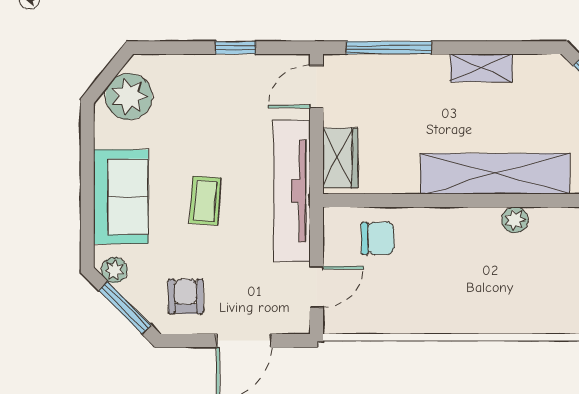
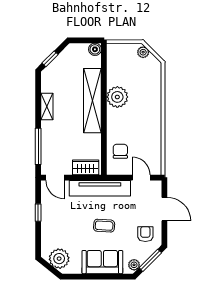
plant: (515, 220) -> (117, 97), width x1.88, depth x1.88
armchair: (186, 296) -> (145, 234), turned 90

